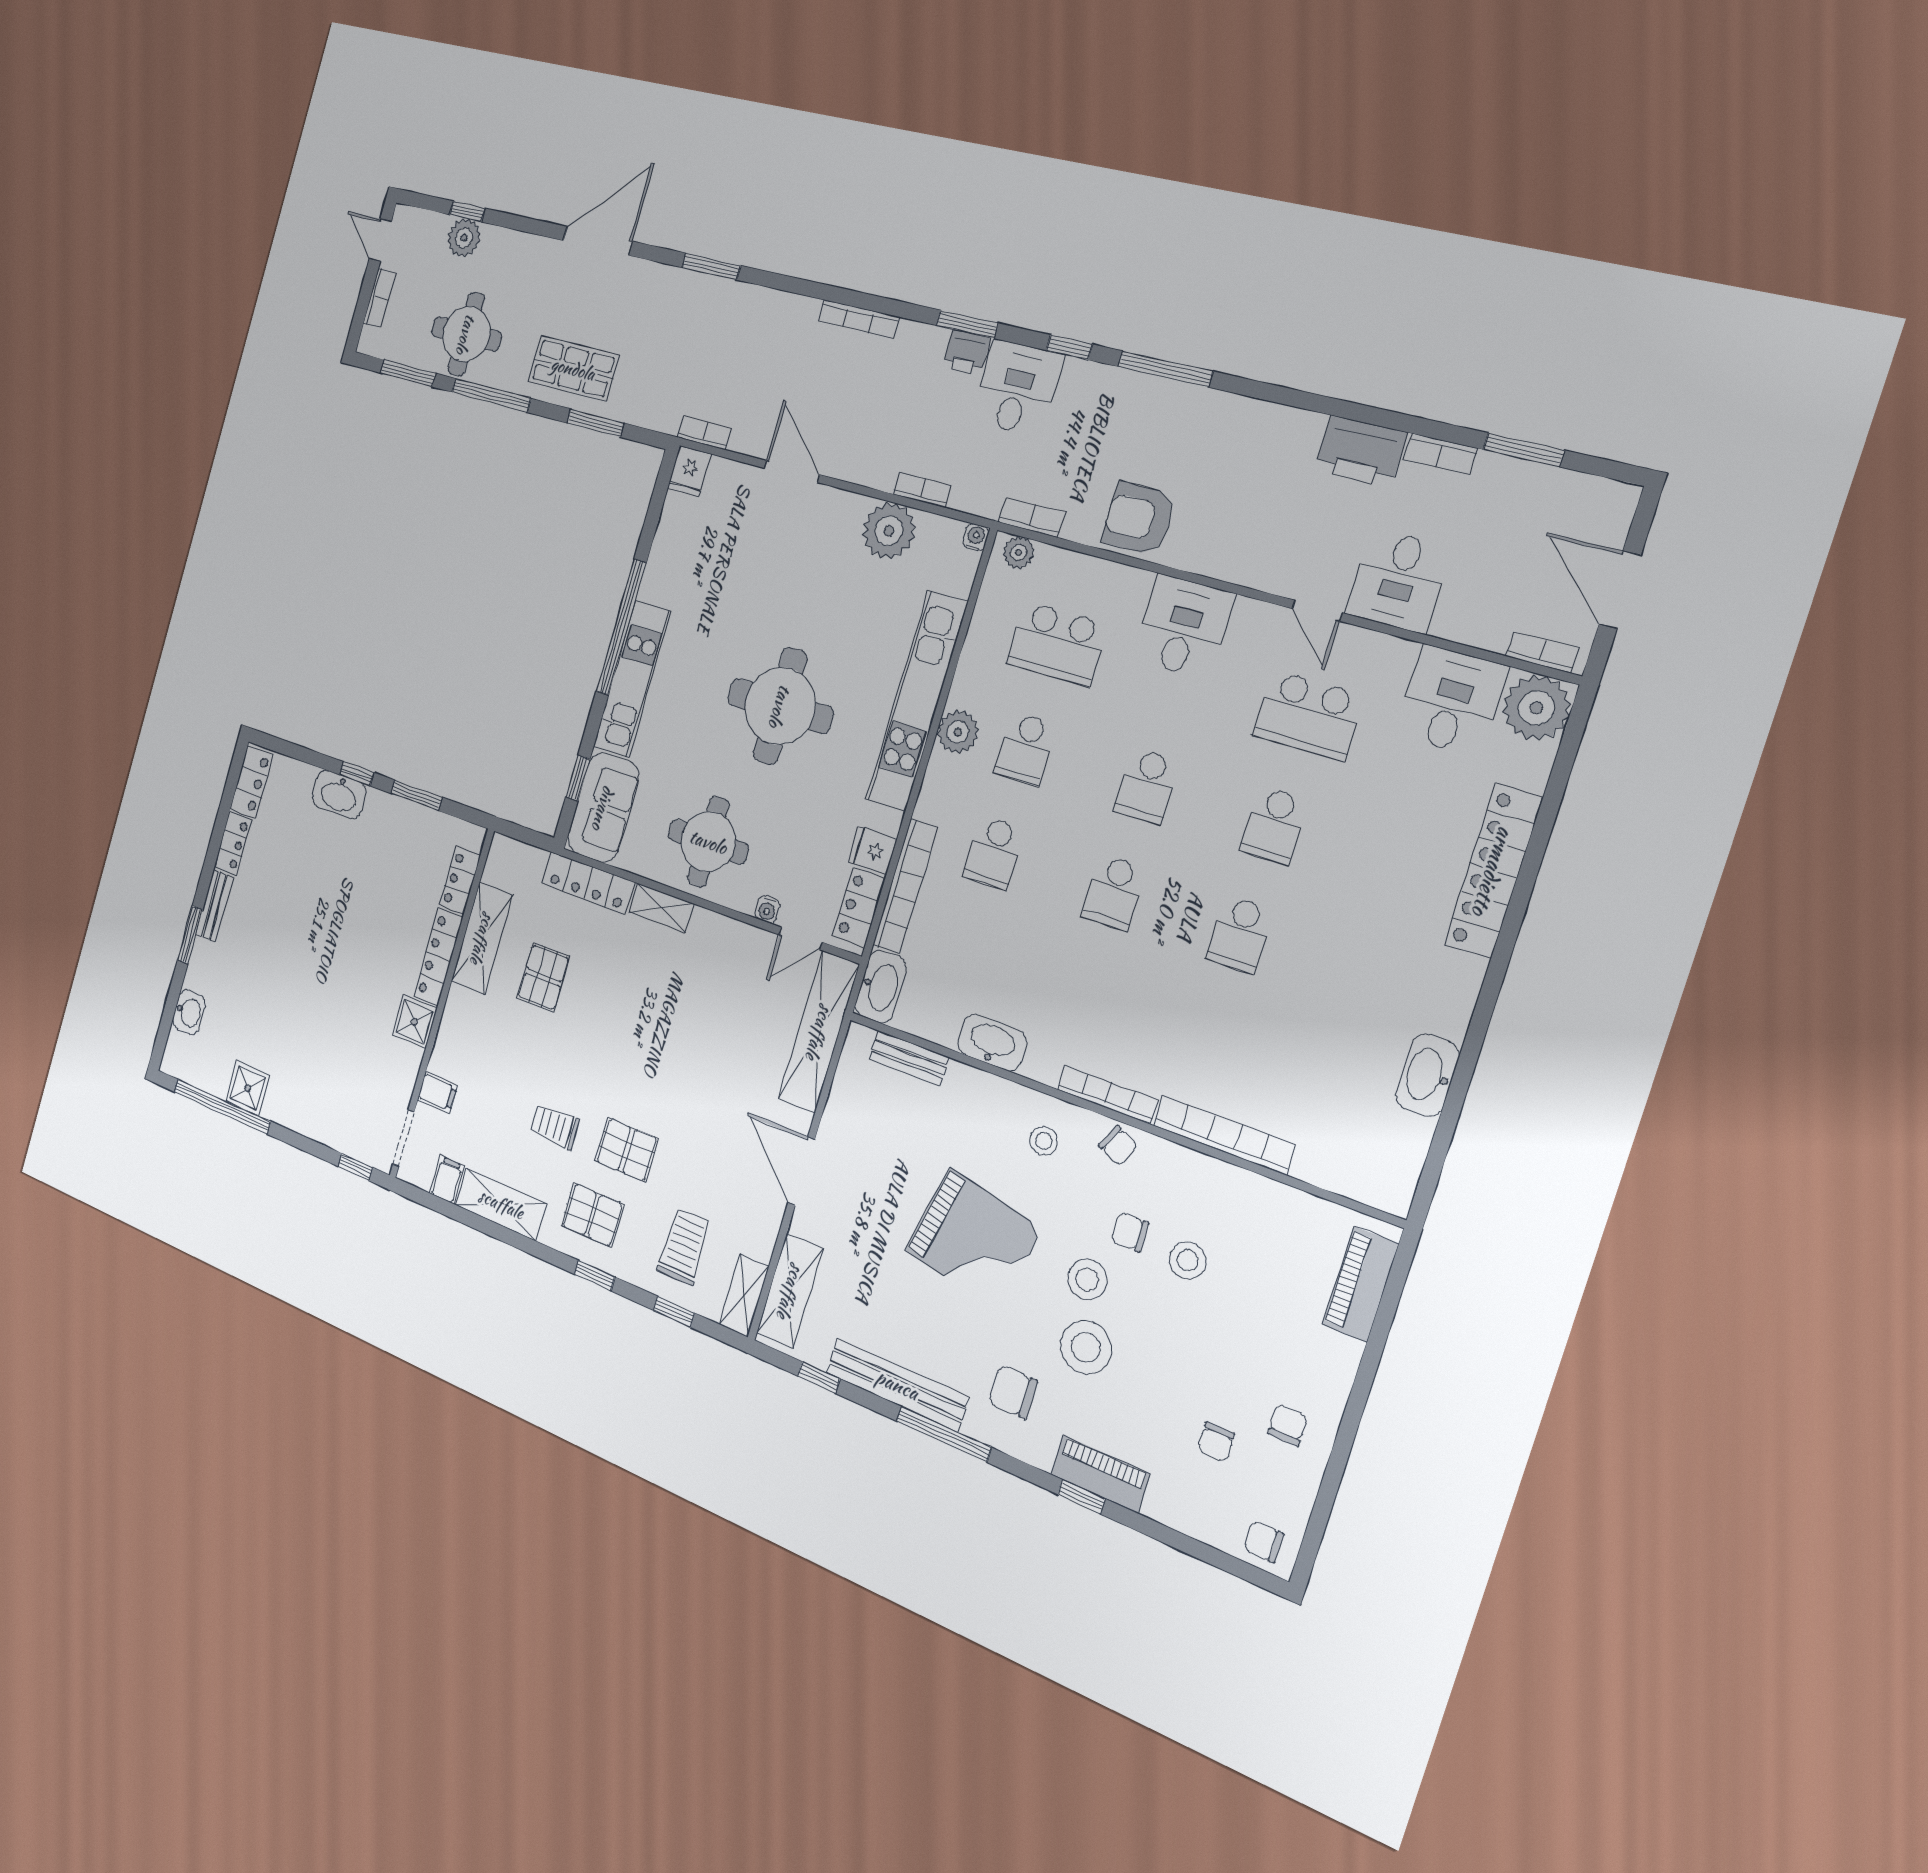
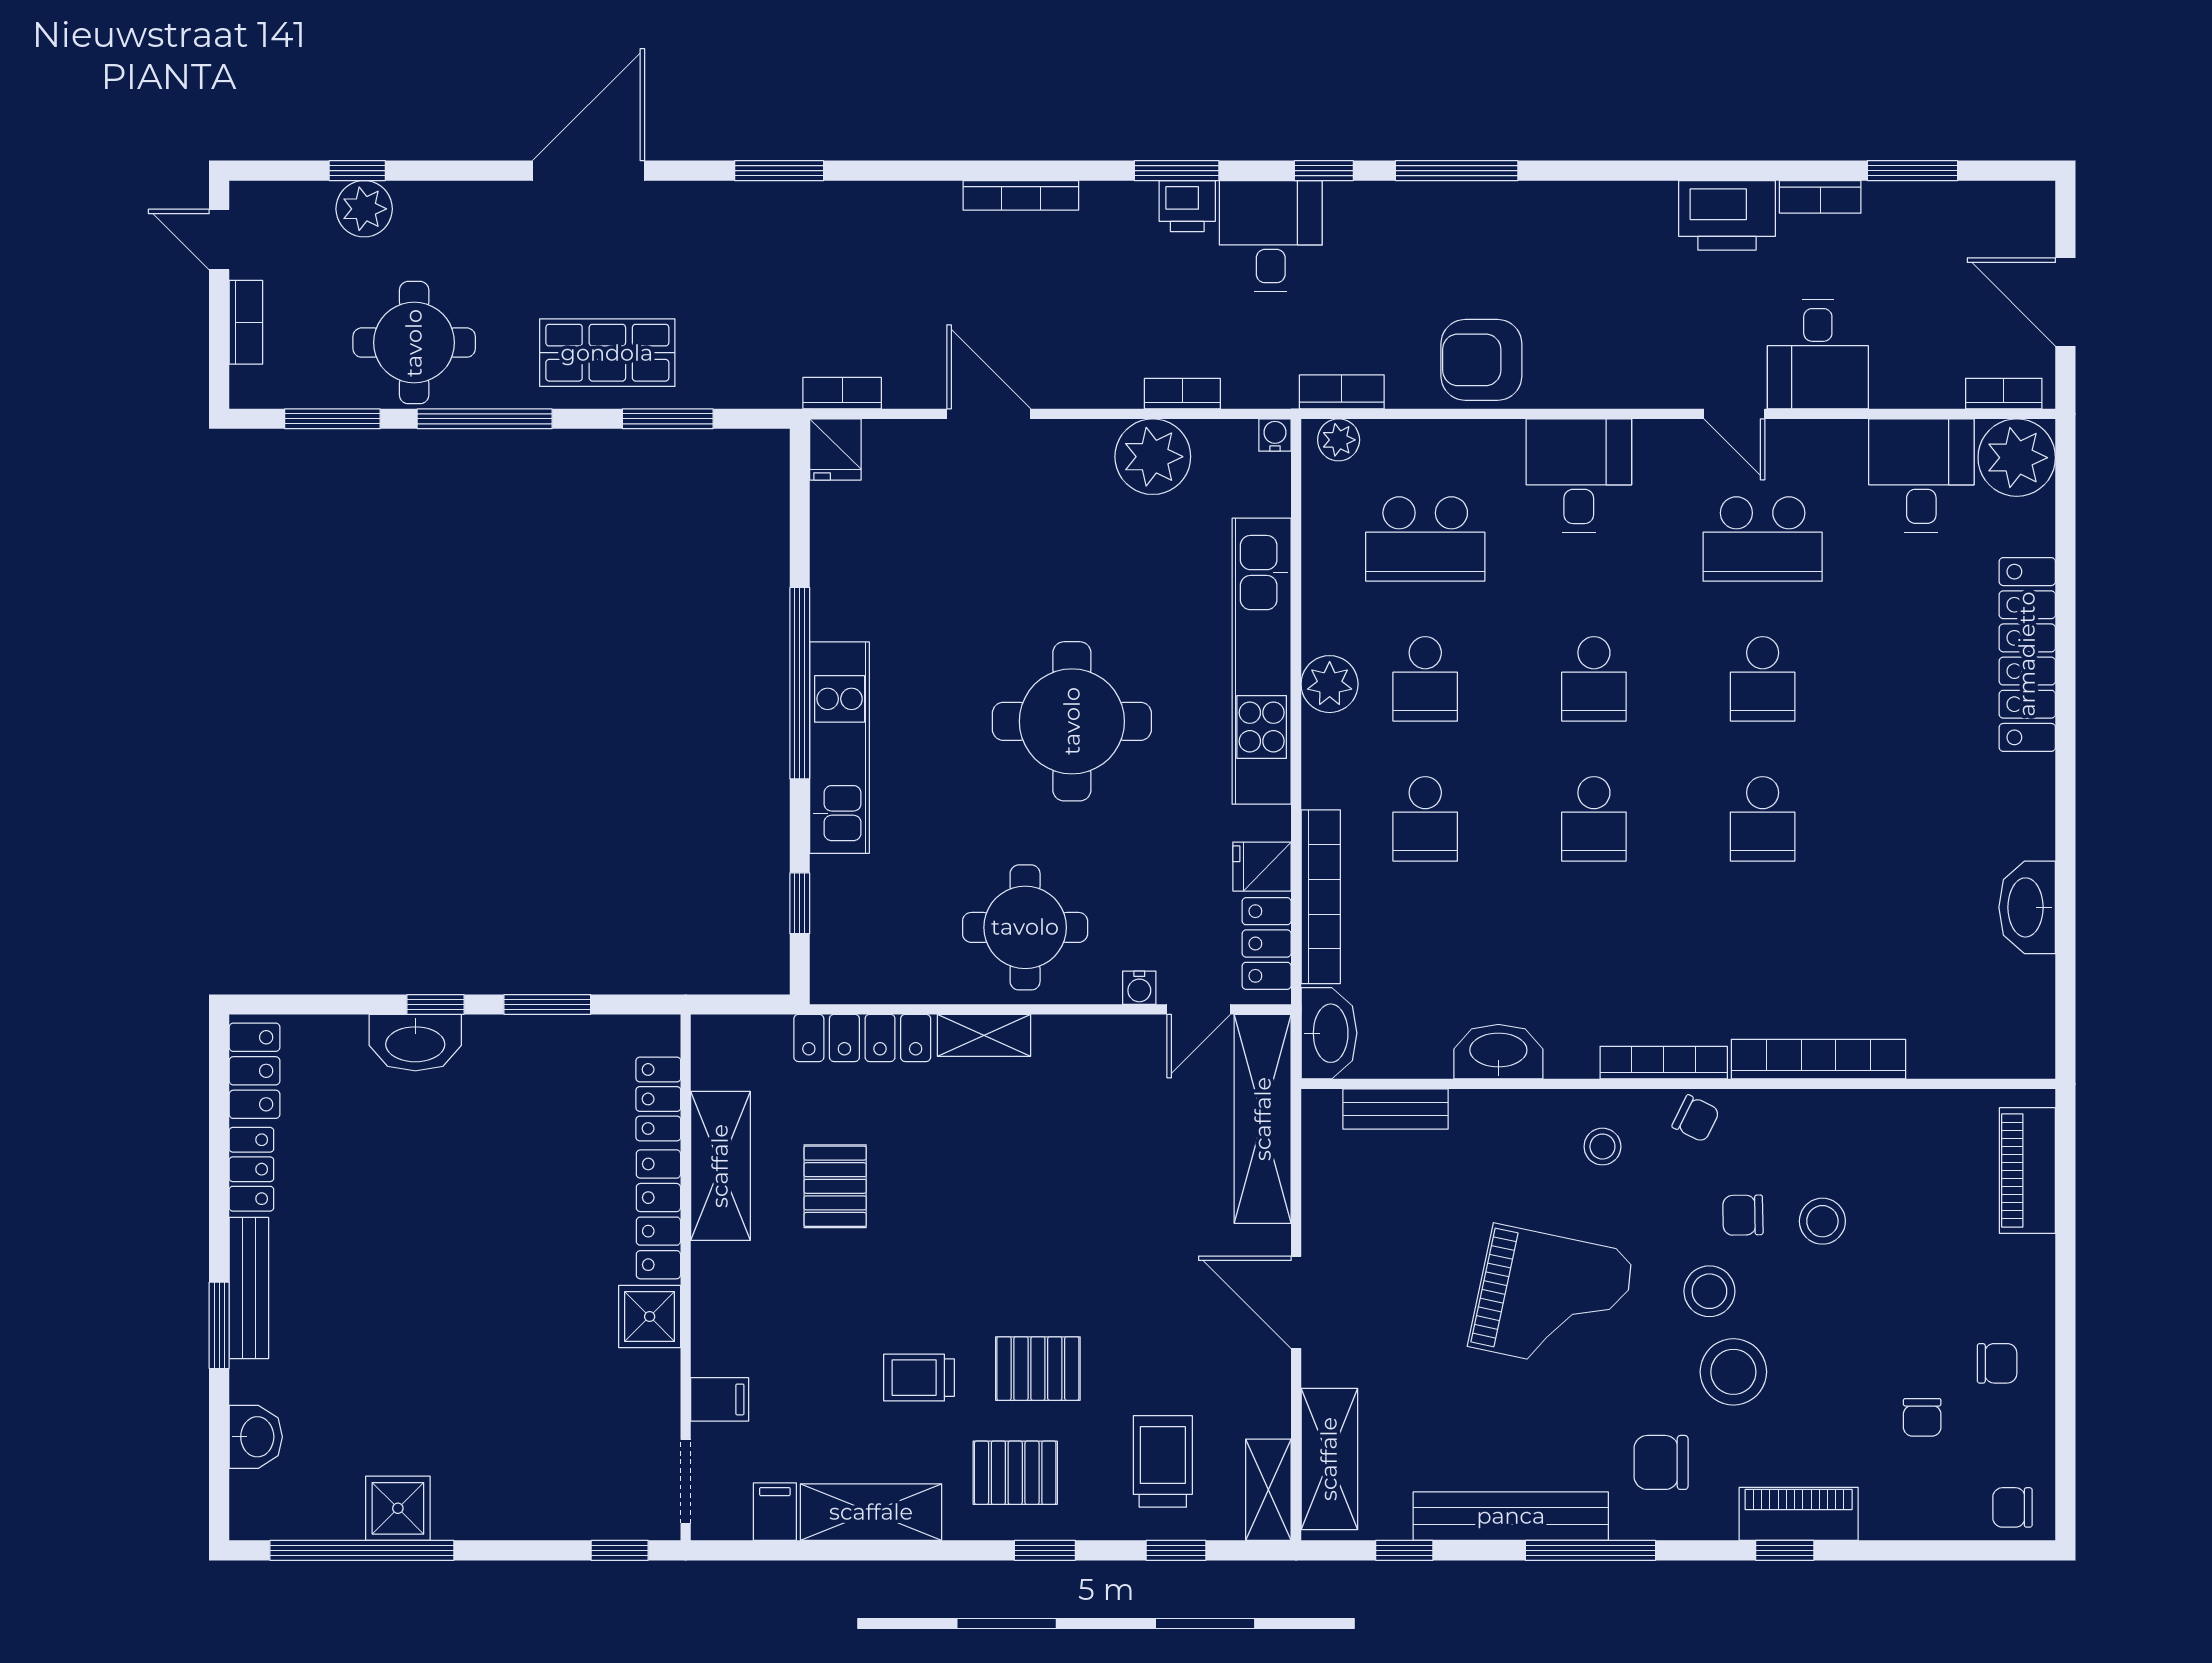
sofa: (603, 808) -> (852, 931), removed
bench: (214, 906) -> (249, 1288), width x1.36
chair: (1288, 1425) -> (1997, 1363), turned 90

